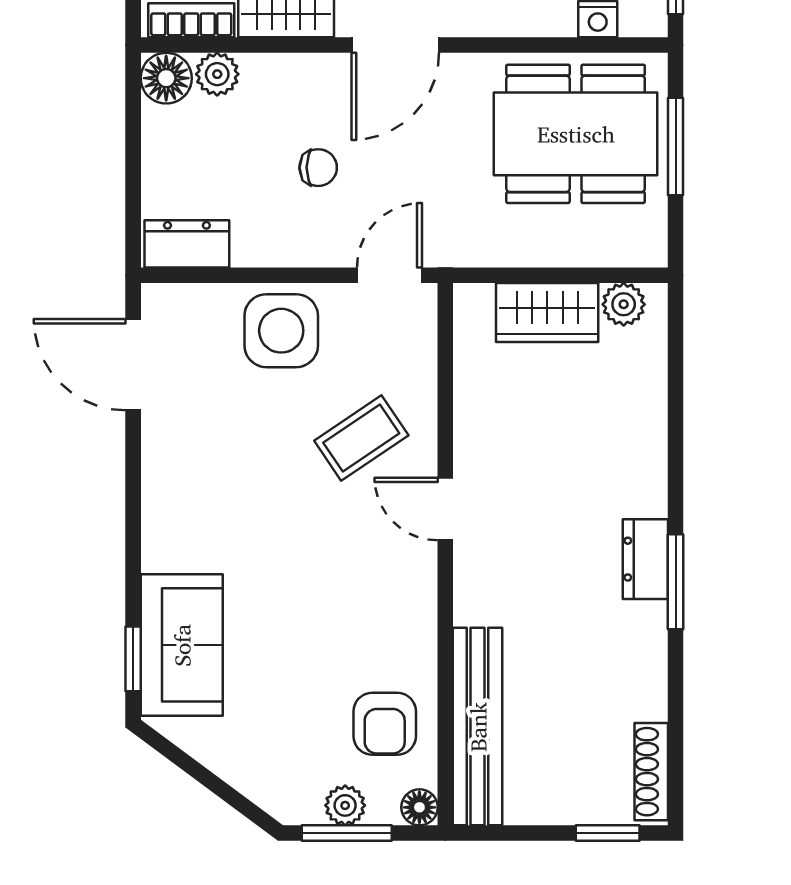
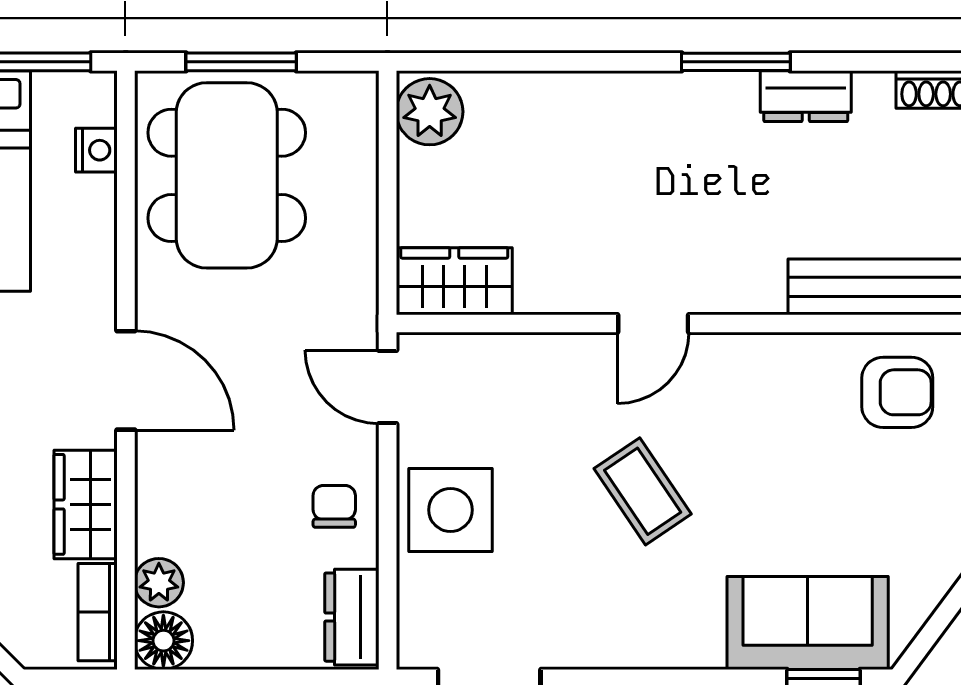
chair: (318, 168) -> (334, 506), moved
plant: (624, 304) -> (430, 112), width x1.38, depth x1.38
wardrobe: (547, 313) -> (454, 281), moved, turned -90
coffee table: (361, 438) -> (643, 491), moved
dresser: (645, 559) -> (806, 96), moved

